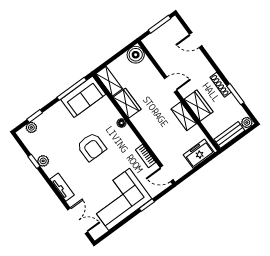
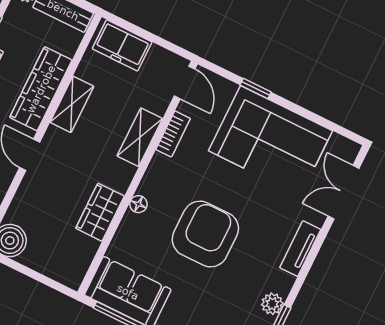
shelving: (109, 81) -> (140, 137), moved
wardrobe: (198, 106) -> (41, 89), width x1.50
armchair: (92, 147) -> (205, 234), width x1.36, depth x1.36

